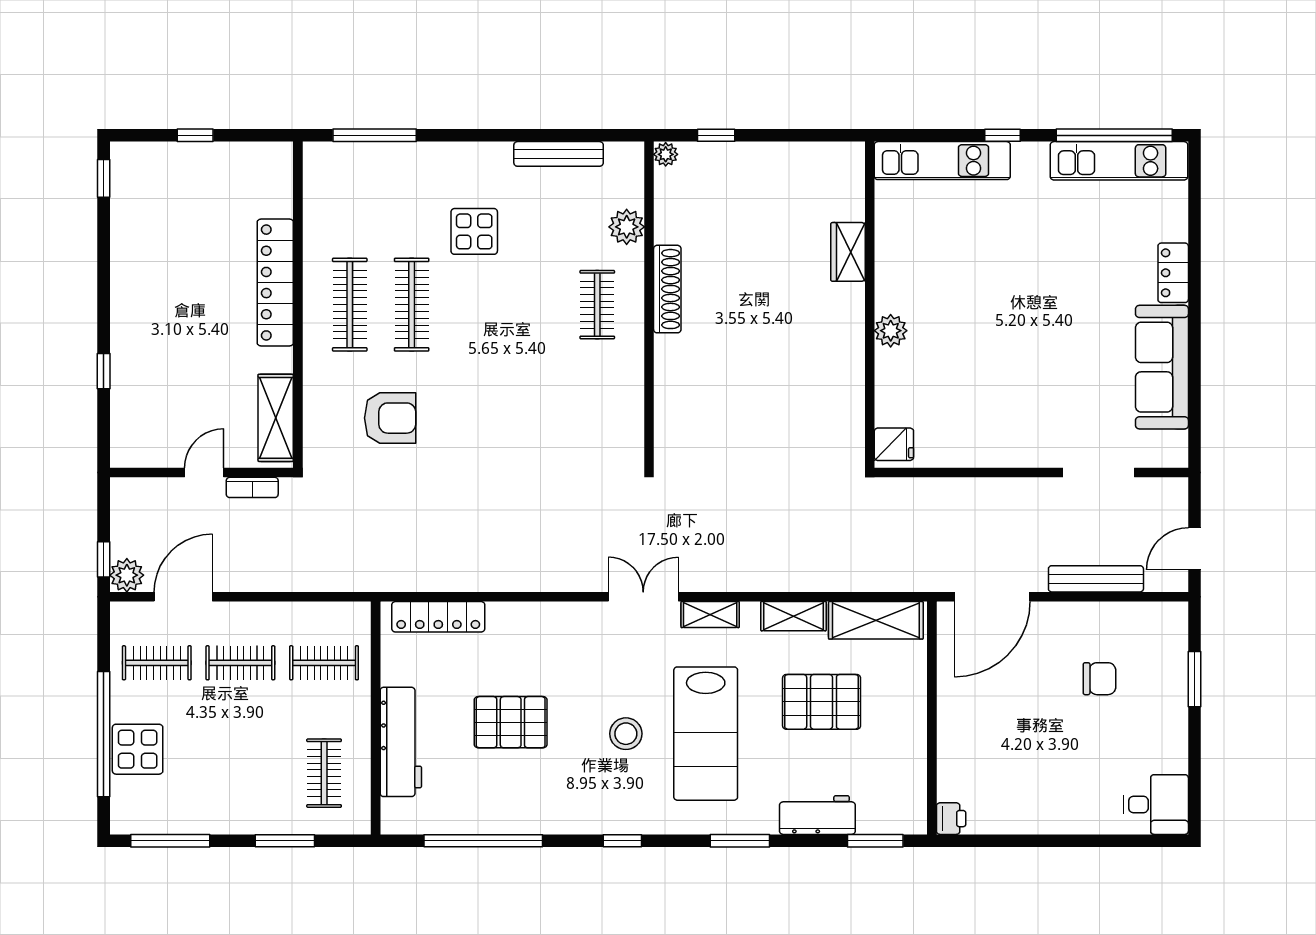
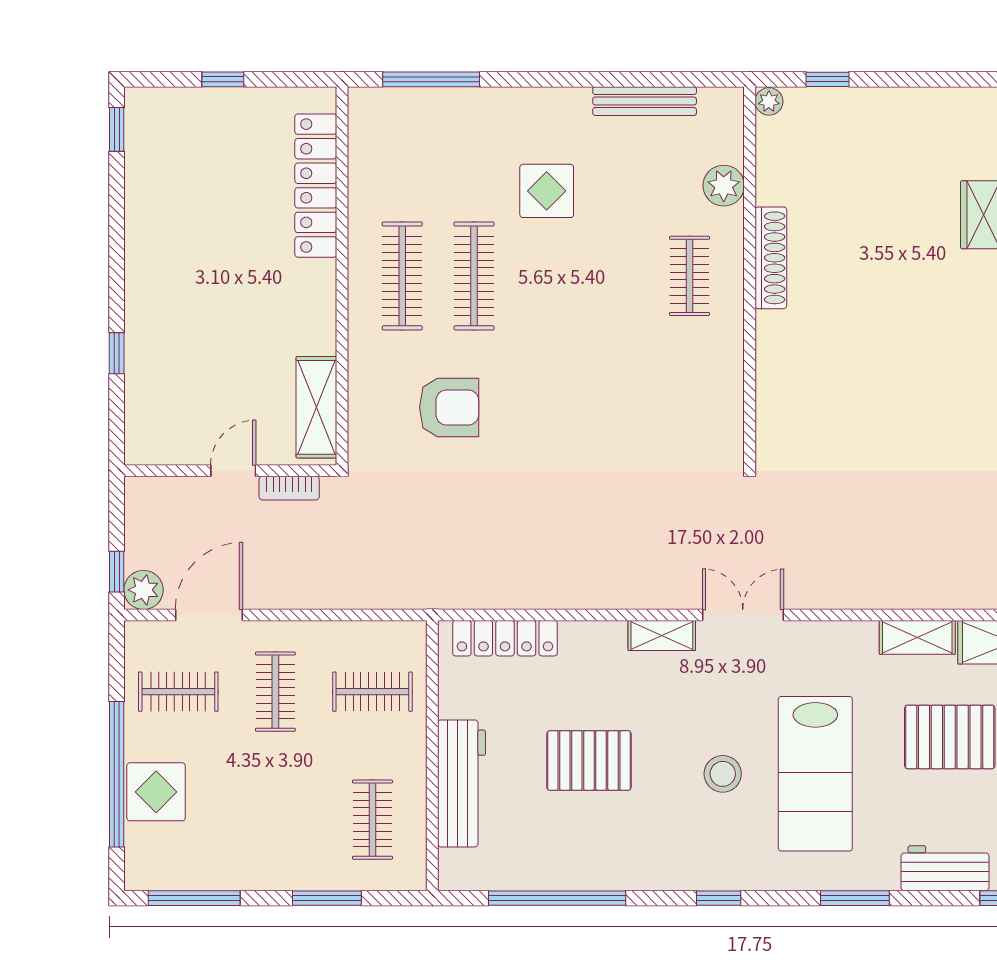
locker: (275, 283) -> (316, 186), moved
shelving: (710, 614) -> (662, 636), moved
clothes rail: (240, 663) -> (275, 692), turned 90

